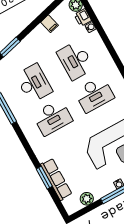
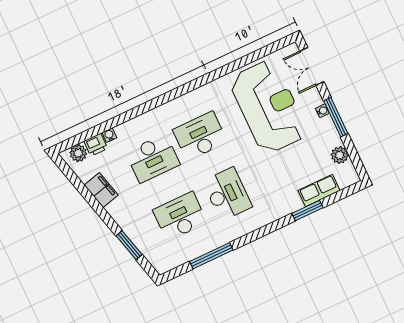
filing cabinet: (49, 24) -> (101, 190), width x2.00
desk: (94, 94) -> (200, 136), turned -90
row of seats: (56, 179) -> (319, 191), width x0.68

